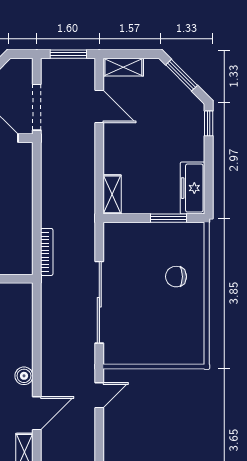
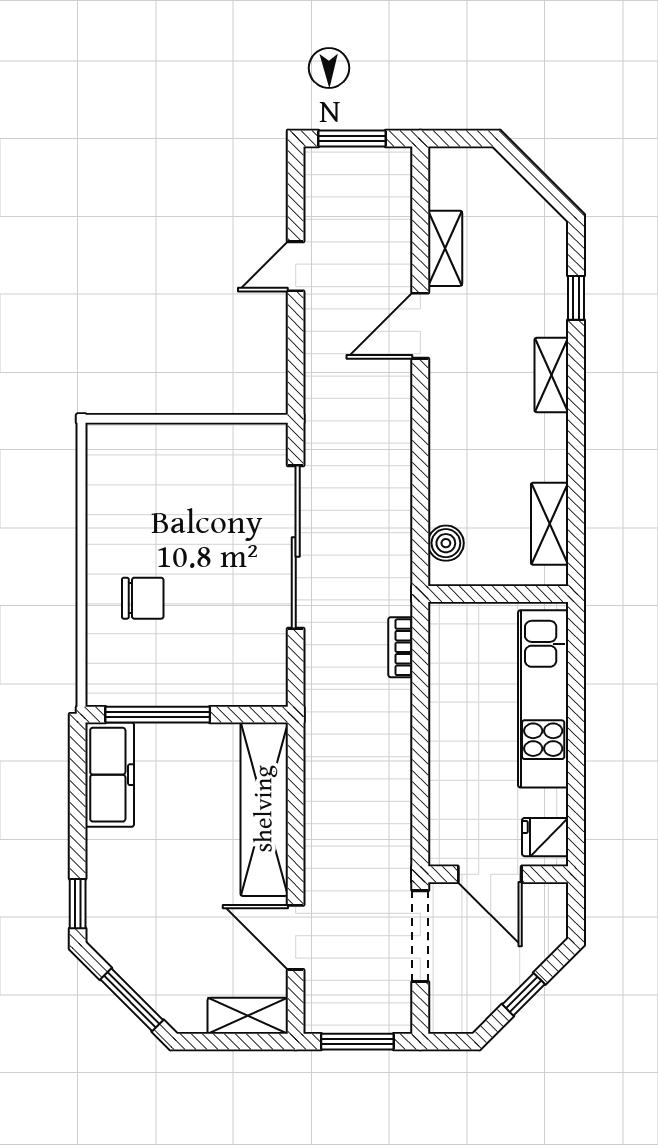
shelving: (112, 194) -> (264, 809), width x2.20, depth x1.33
window: (169, 218) -> (158, 715), width x1.44
bookcase: (47, 252) -> (400, 647), width x0.64
boiler: (24, 376) -> (446, 543), moved
door: (99, 395) -> (296, 266), moved

